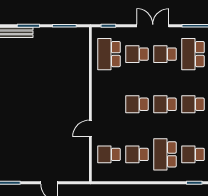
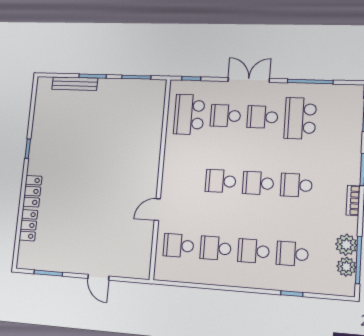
school desk: (165, 154) -> (254, 251), width x0.54

